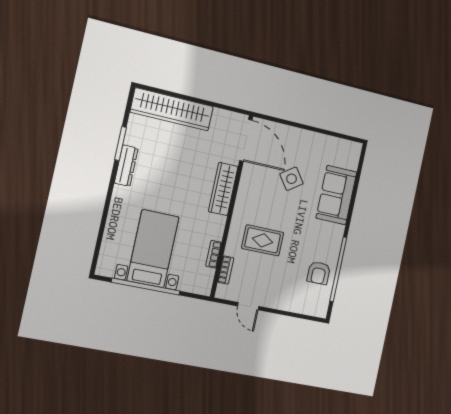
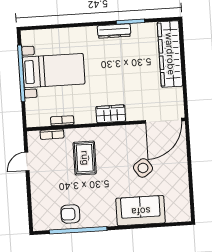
wardrobe: (223, 189) -> (111, 114), width x0.67

